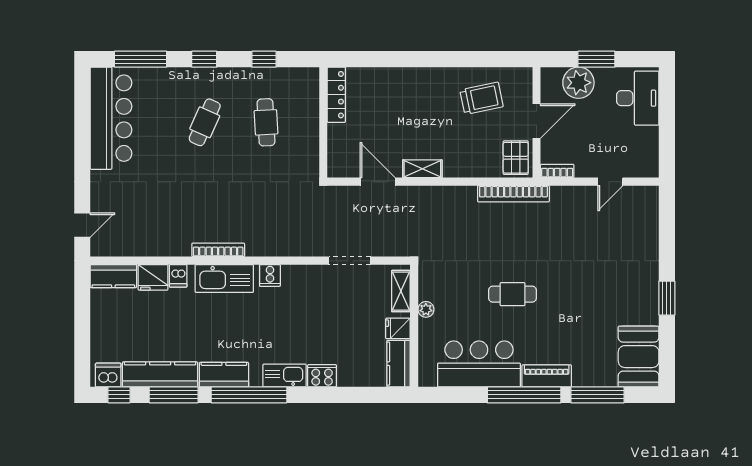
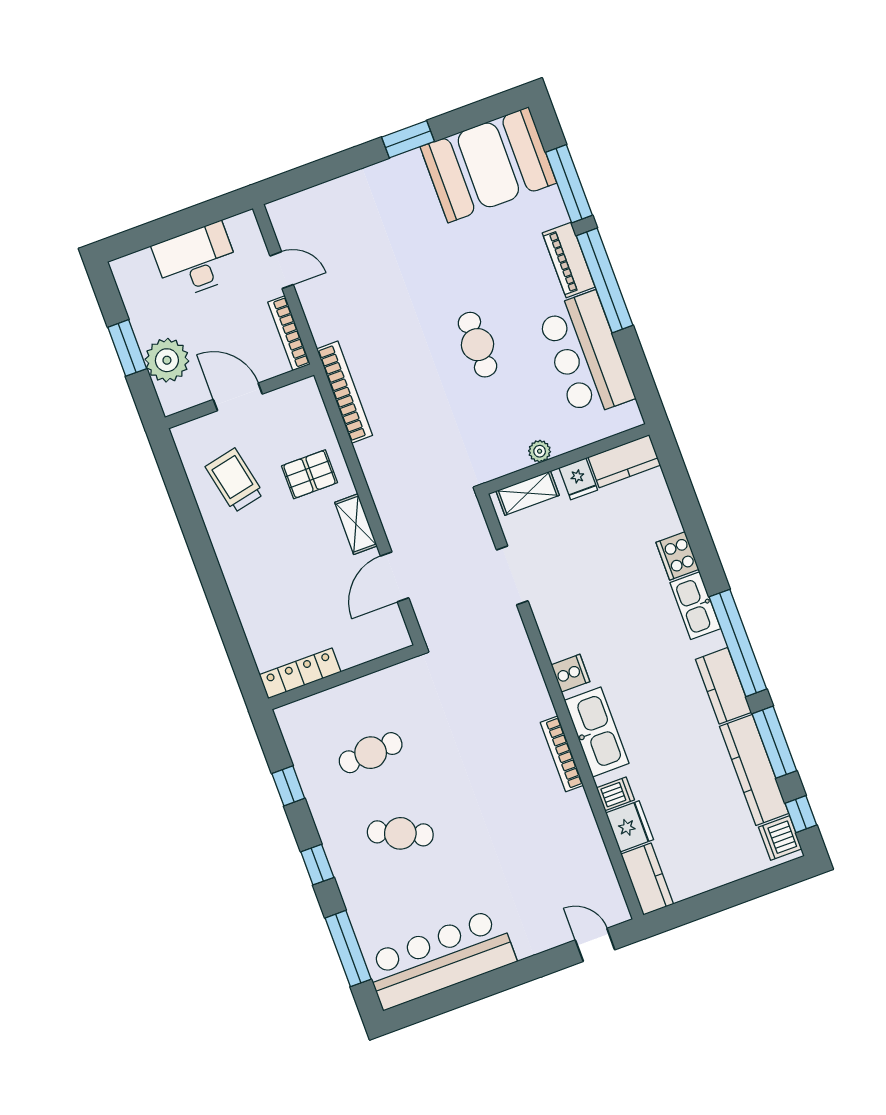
desk: (638, 98) -> (196, 261), moved
pallet: (516, 158) -> (310, 474), moved
bookcase: (557, 171) -> (289, 333), width x1.56
booth: (639, 357) -> (488, 165), width x1.36, depth x1.42

